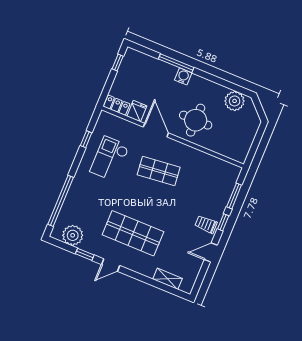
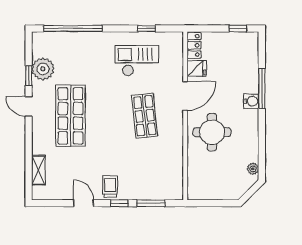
plant: (235, 101) -> (253, 169), width x0.53, depth x0.53
plant: (73, 235) -> (43, 69), moved

